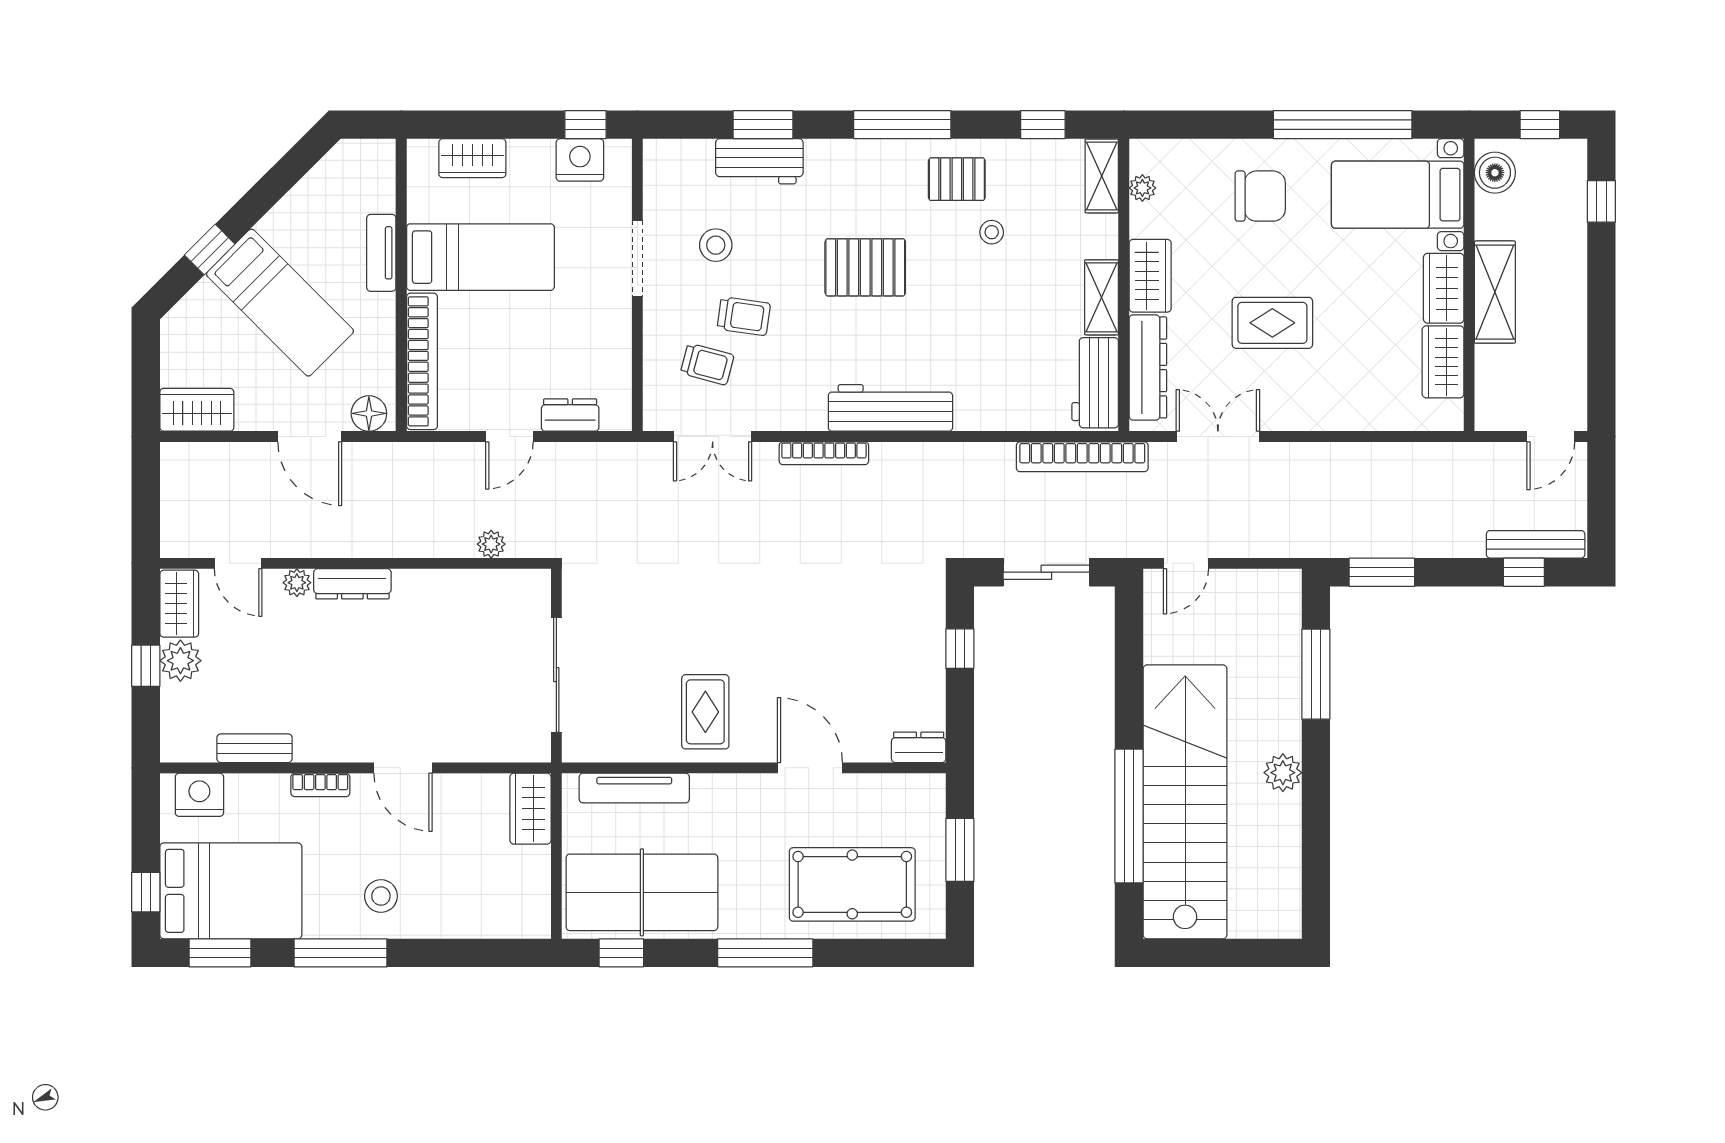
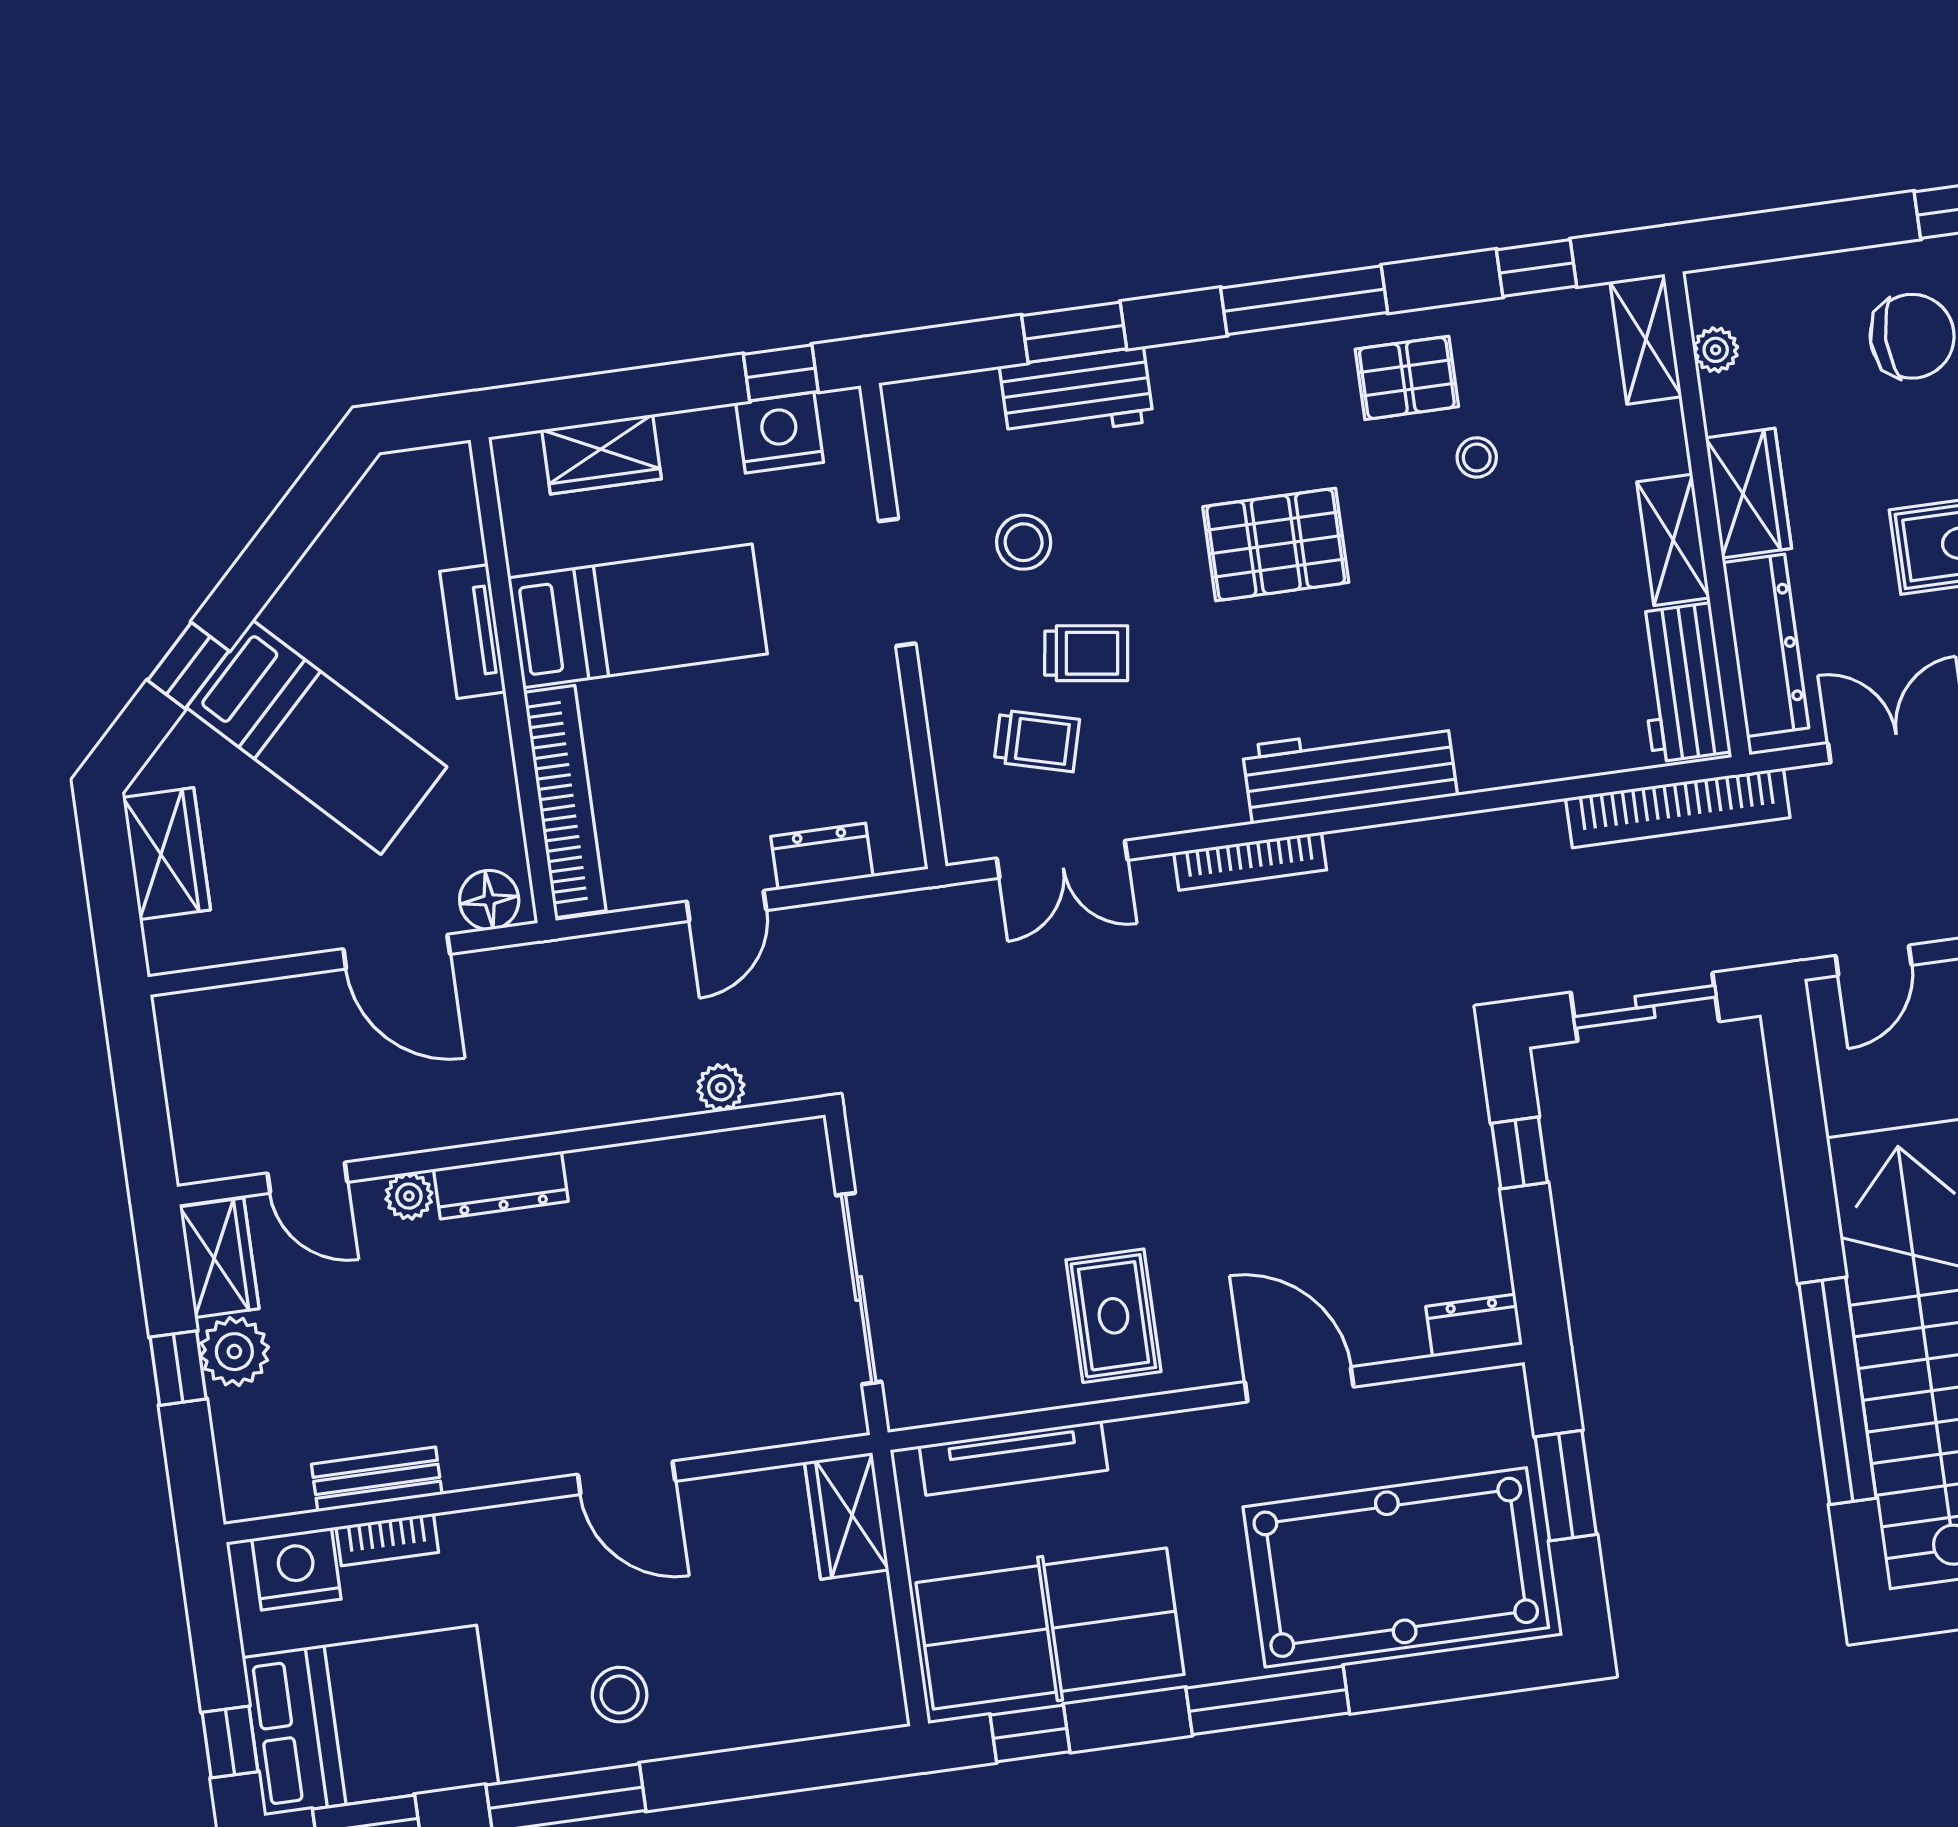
wardrobe: (197, 410) -> (167, 854), moved, turned 90
bookcase: (320, 785) -> (387, 1540), moved
pool table: (852, 884) -> (1396, 1567), width x1.36, depth x1.32

